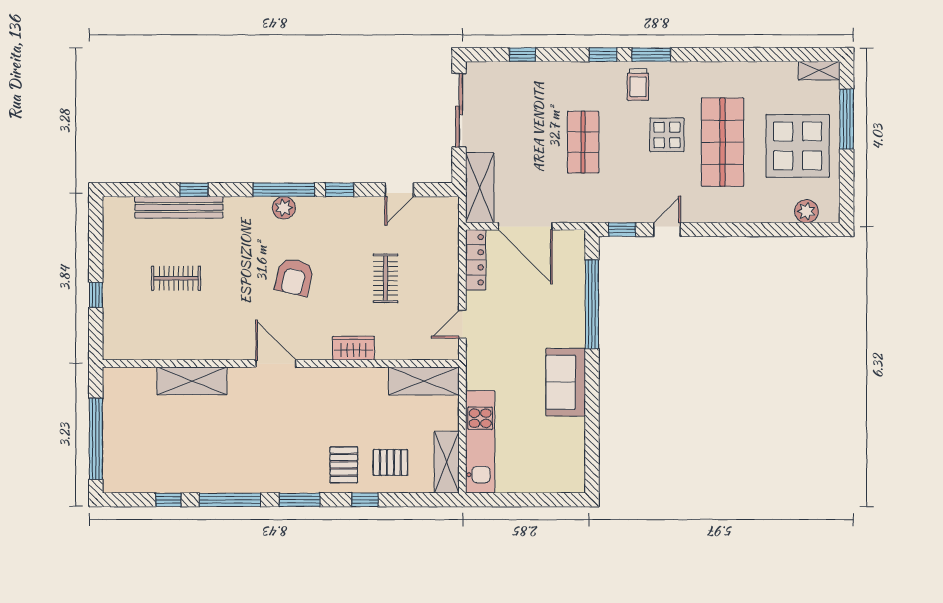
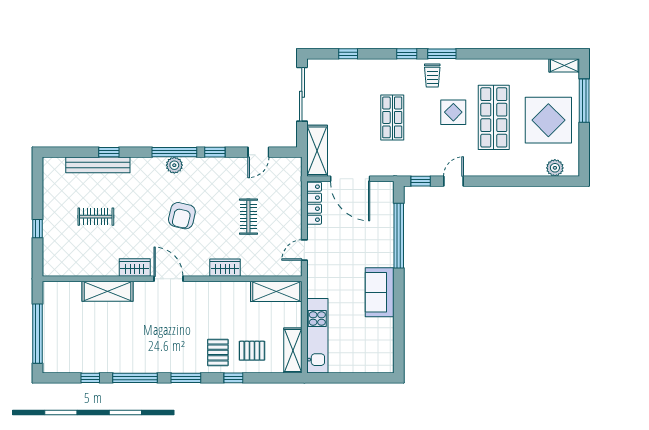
wardrobe: (229, 348) -> (135, 267), added

